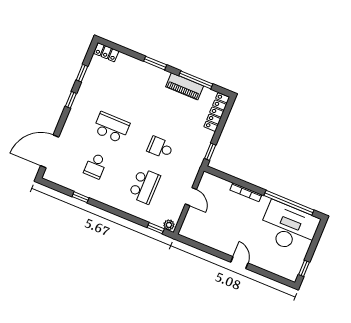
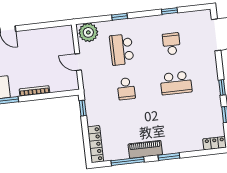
piano: (185, 86) -> (145, 149), moved
school desk: (160, 148) -> (126, 89), turned 90
plant: (169, 225) -> (88, 32), width x1.87, depth x1.87
window: (156, 228) -> (120, 17), moved

